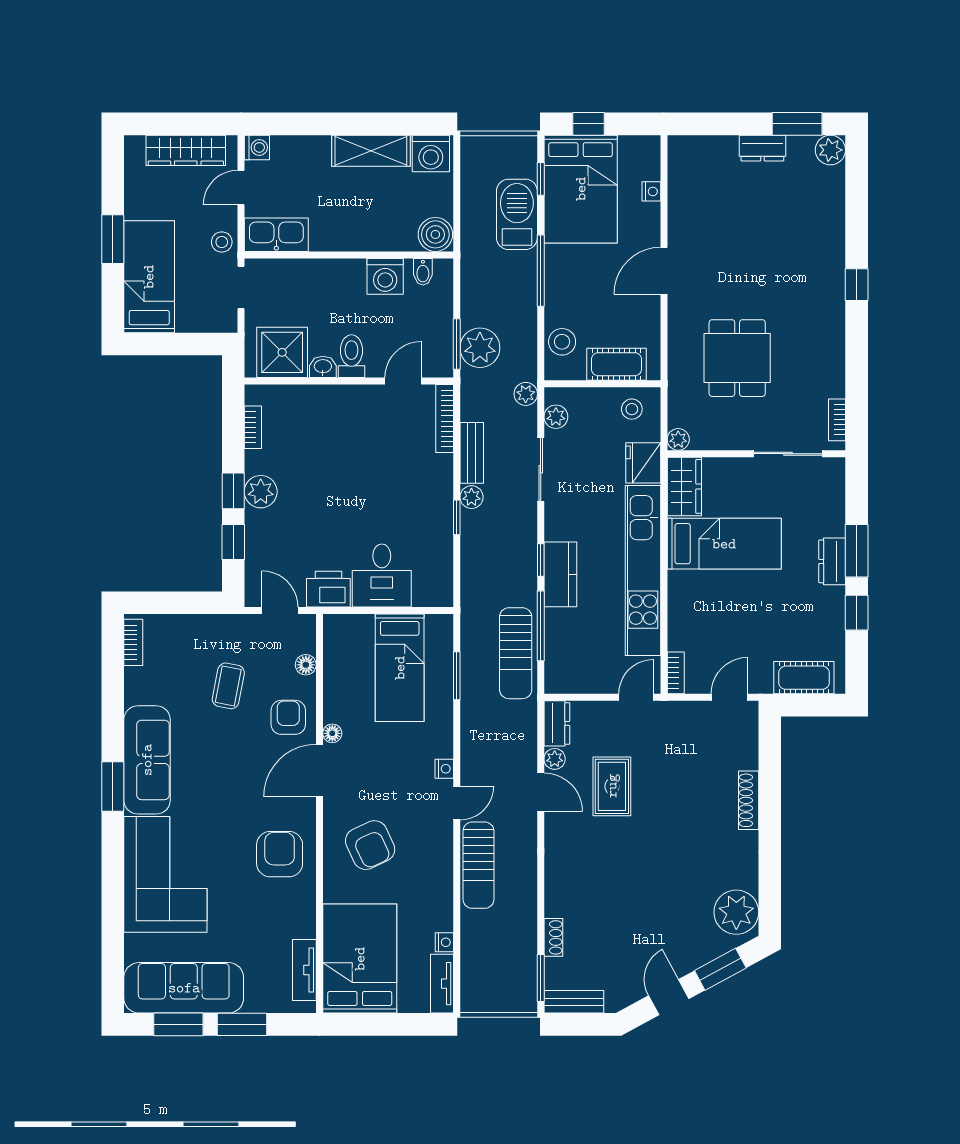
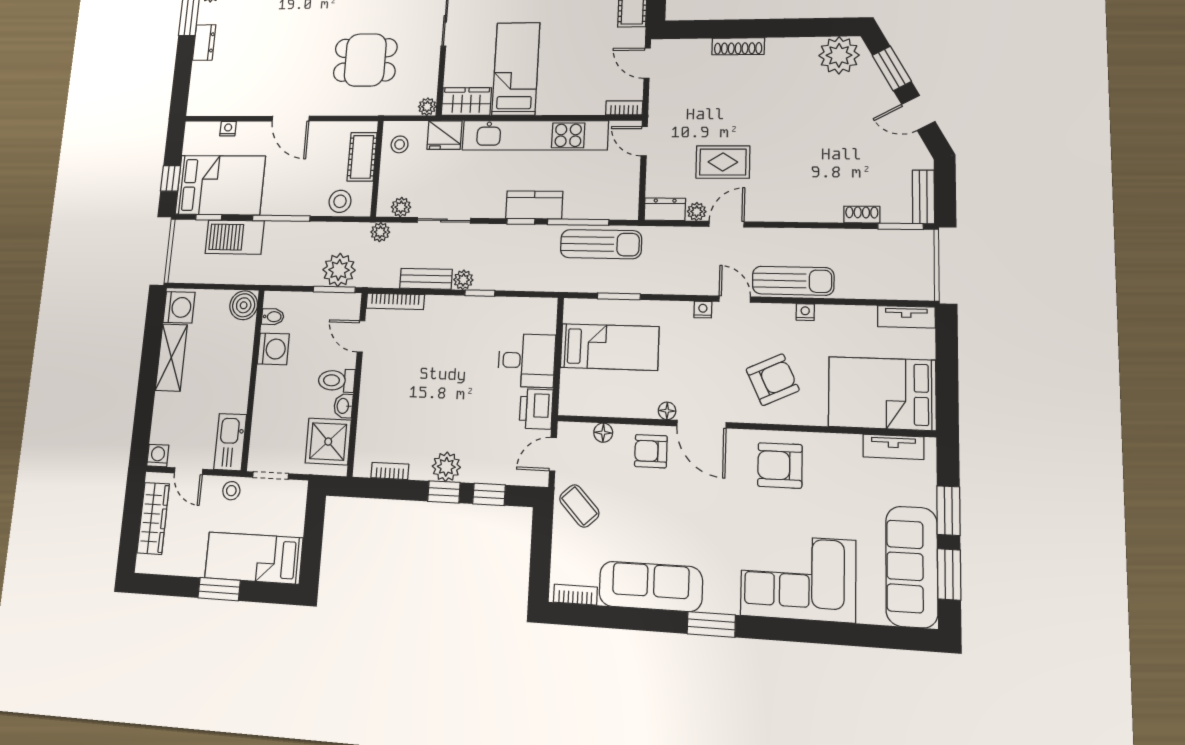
coffee table: (228, 686) -> (579, 506), moved, turned 36
sofa: (147, 760) -> (651, 586), moved
nightstand: (444, 942) -> (805, 312), moved

